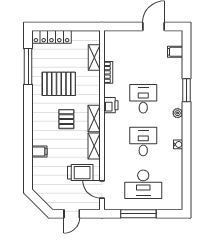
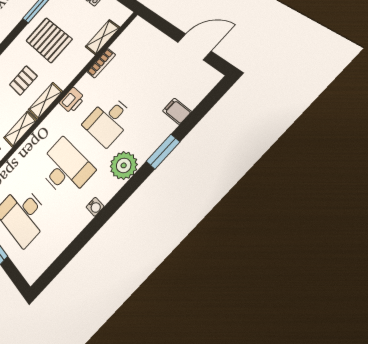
filing cabinet: (175, 52) -> (177, 111), moved
desk: (143, 99) -> (108, 121), turned 180
plant: (178, 113) -> (124, 165), width x1.88, depth x1.88
desk: (143, 142) -> (65, 168), width x1.37

